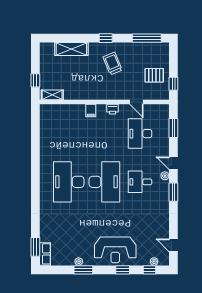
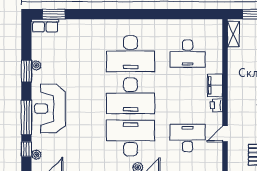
filing cabinet: (91, 110) -> (215, 85), width x2.00
desk: (69, 134) -> (188, 54), added
desk: (69, 182) -> (131, 54), turned 180
desk: (140, 182) -> (131, 138), width x1.87, depth x1.30
window: (123, 270) -> (26, 117), width x2.17

